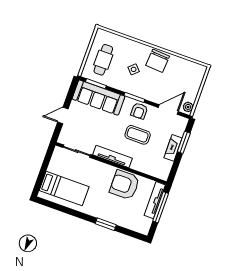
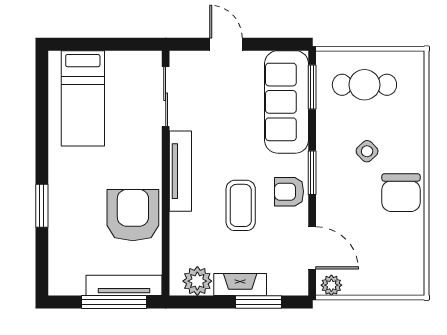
chair: (158, 61) -> (401, 193), turned -94
plant: (165, 166) -> (197, 281), added

